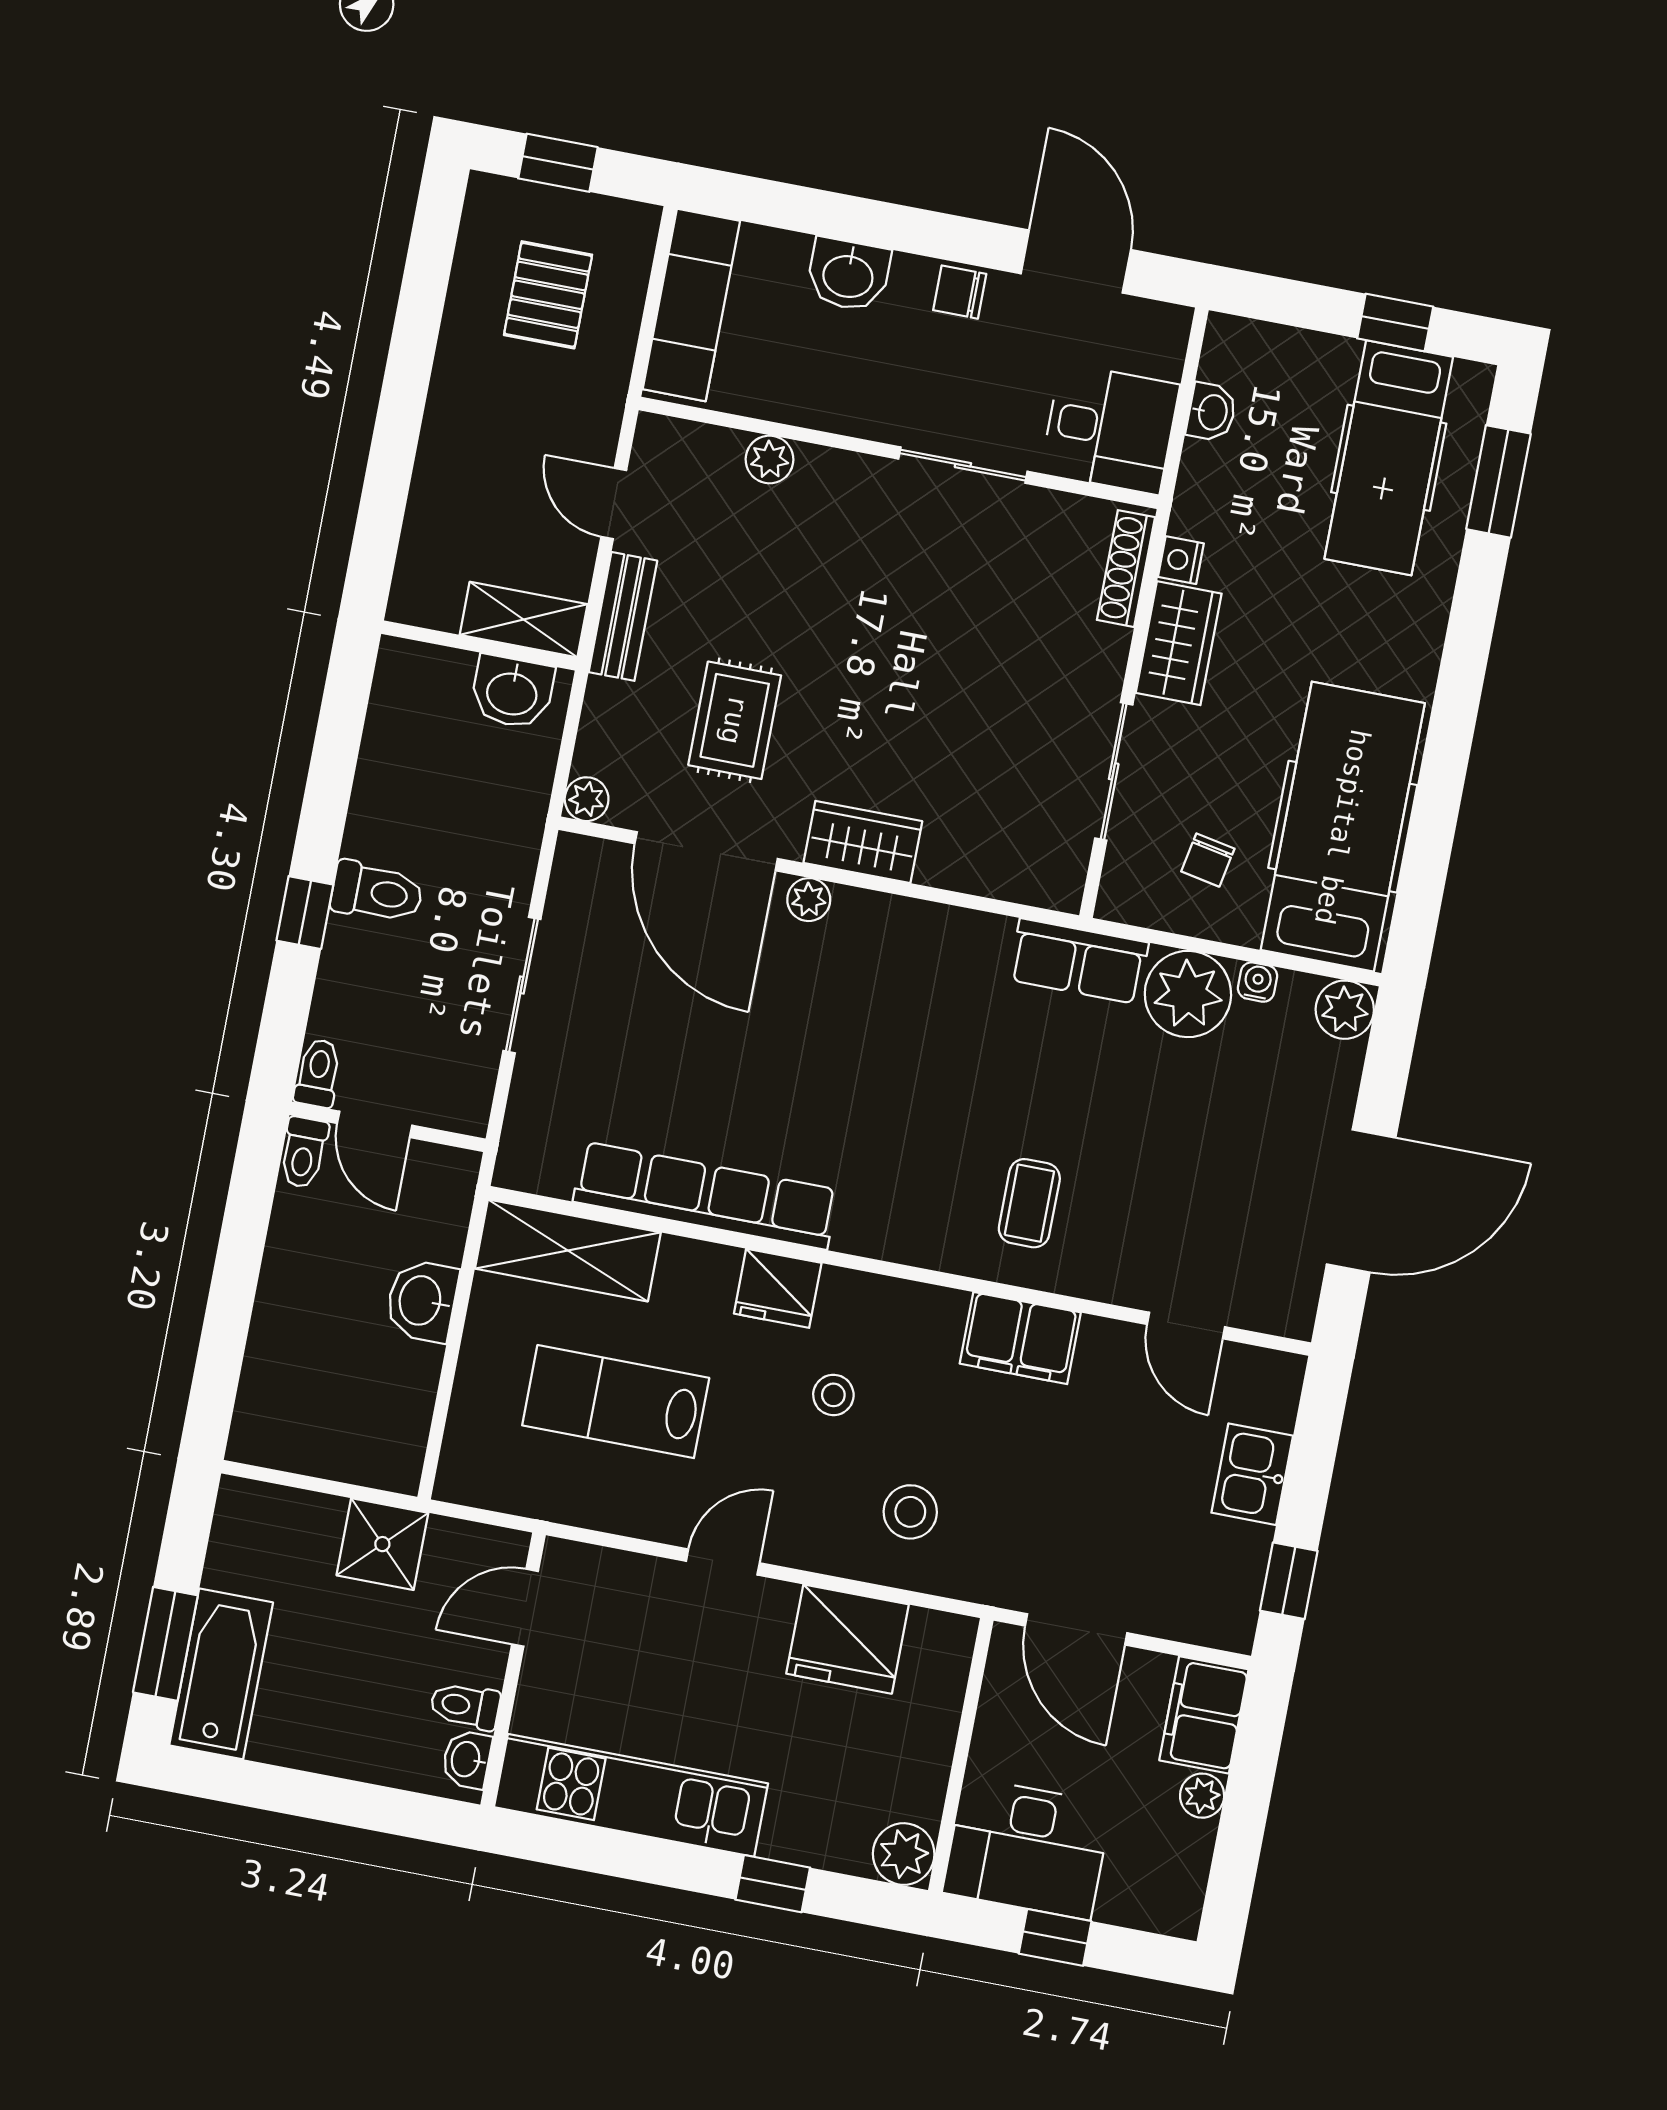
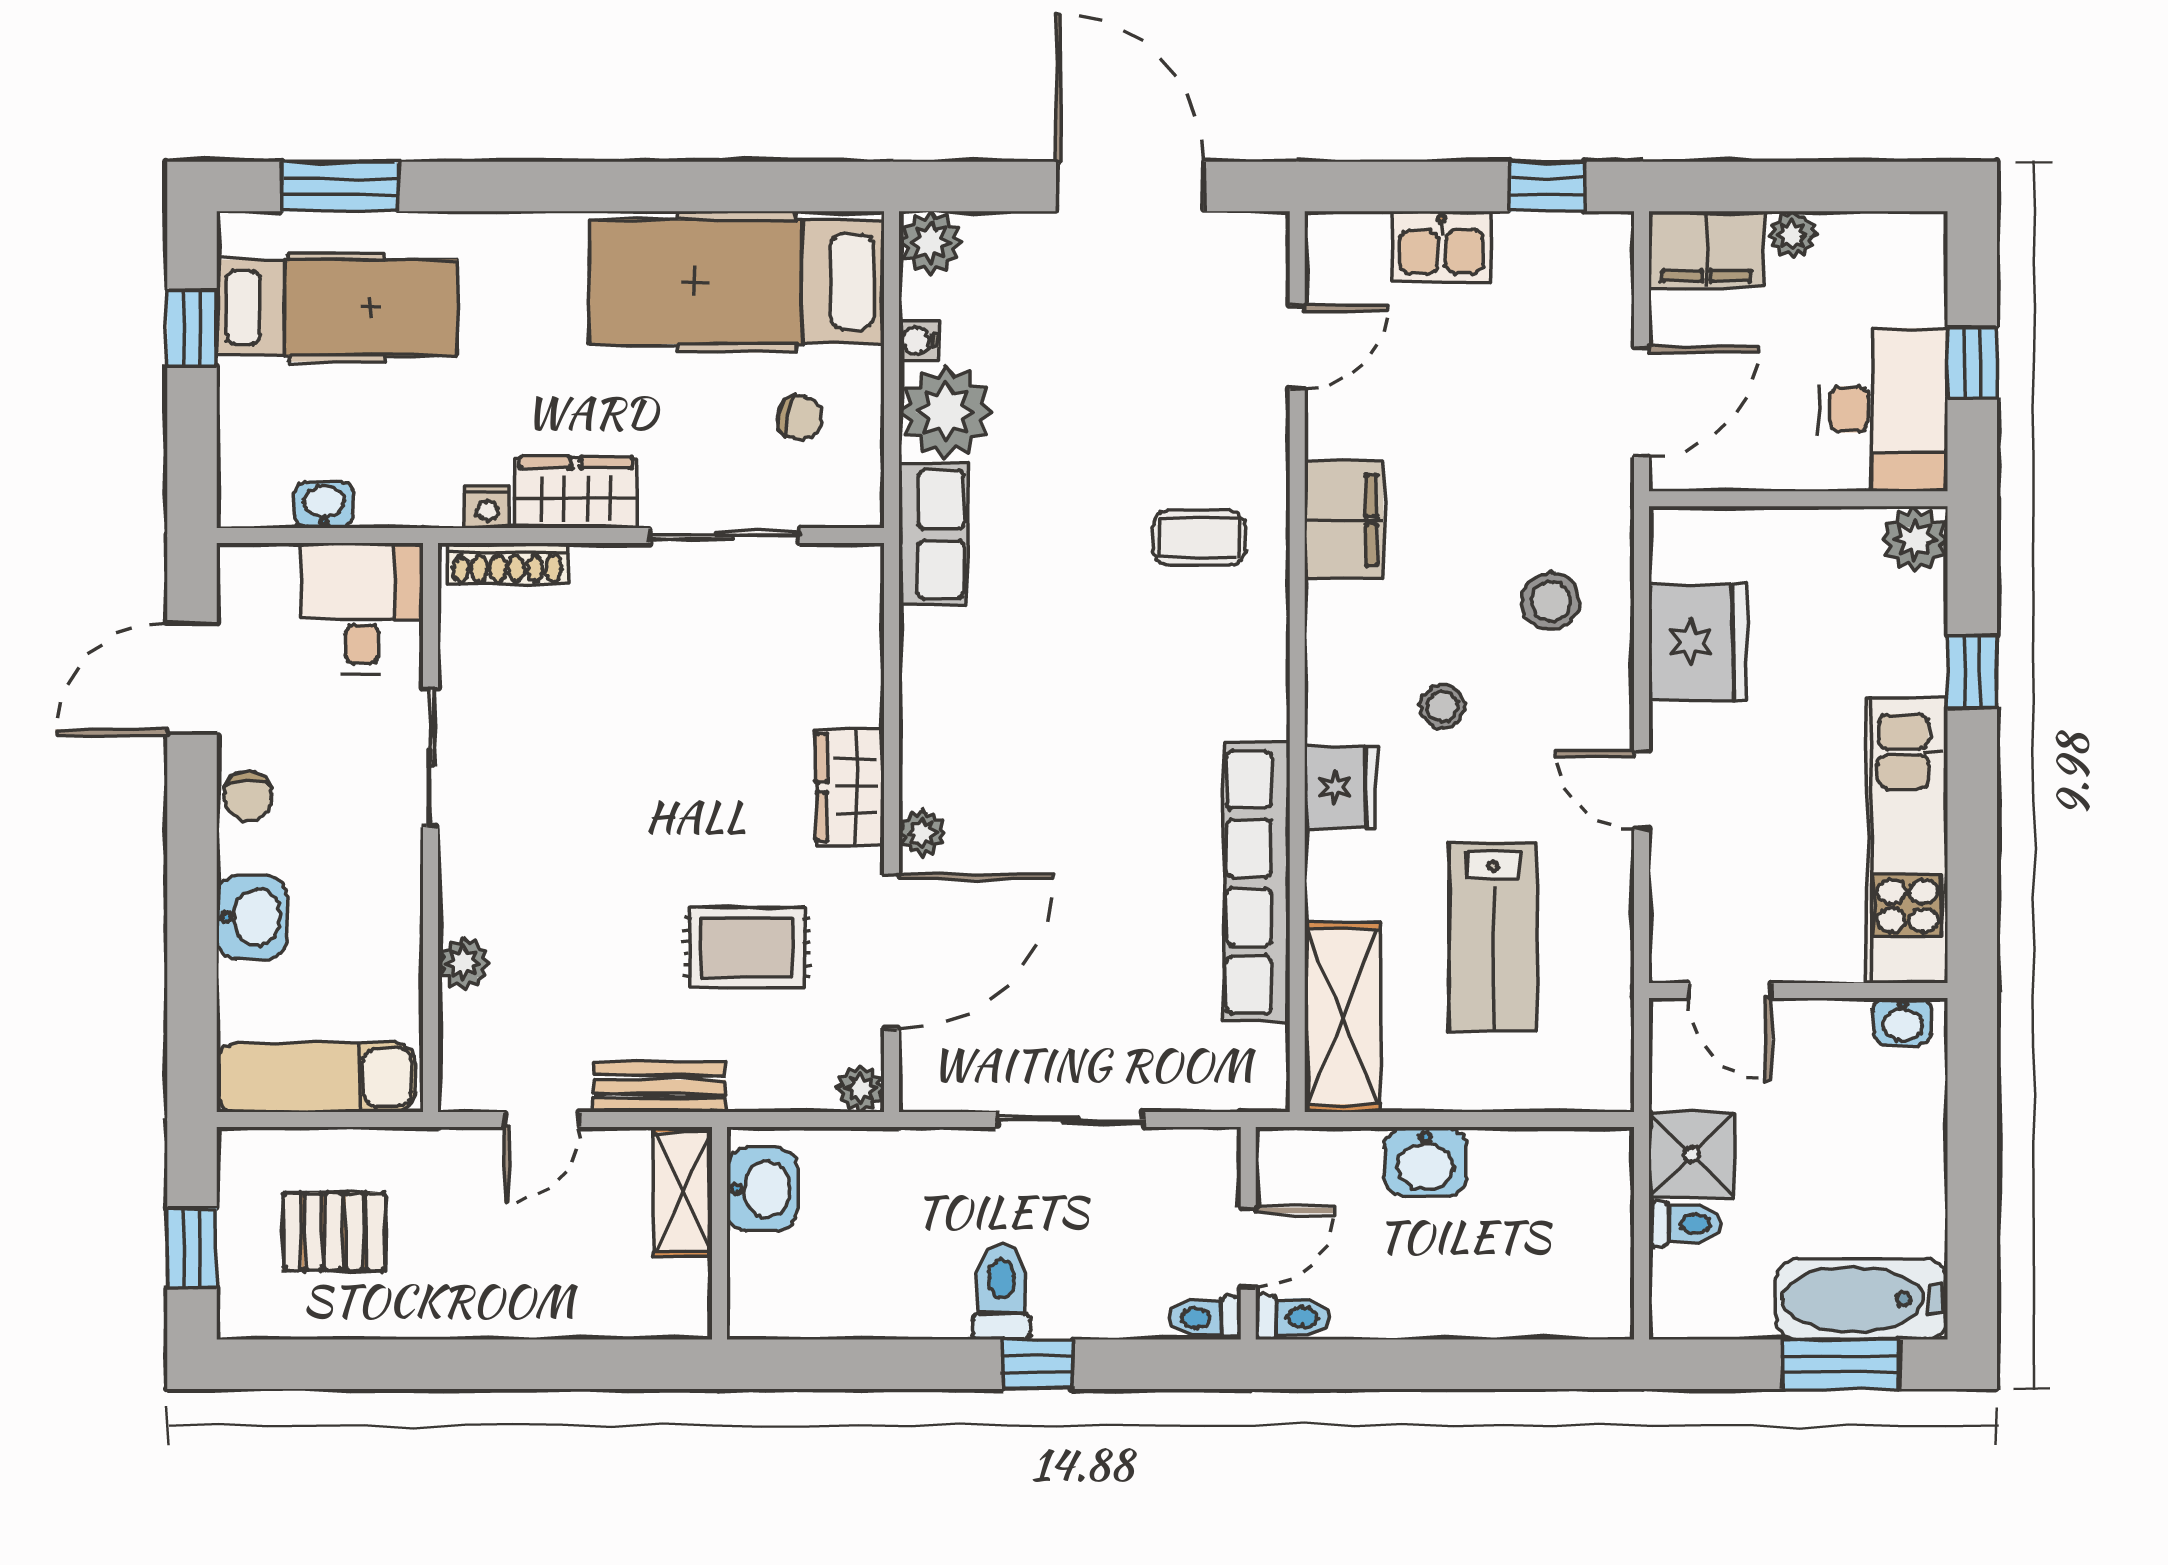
toilet: (465, 1706) -> (1685, 1224), moved, turned -90

